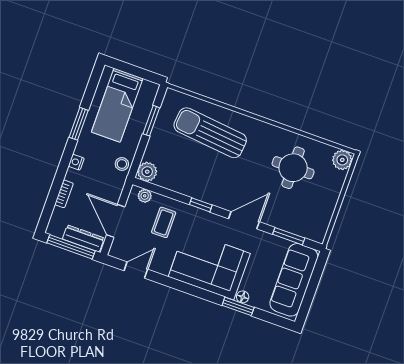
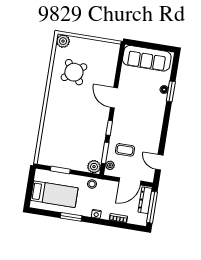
sun lounger: (210, 133) -> (61, 130), removed
round table: (293, 168) -> (74, 72), turned -38
window: (289, 236) -> (105, 153), moved
corner sofa: (209, 265) -> (147, 115), removed

